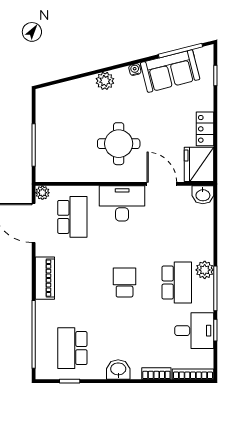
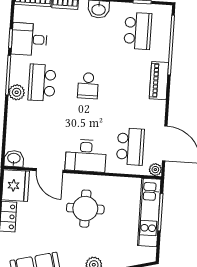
kitchen unit: (46, 144) -> (149, 212), added
school desk: (72, 217) -> (130, 147), turned 180
piano: (45, 278) -> (159, 81), moved

